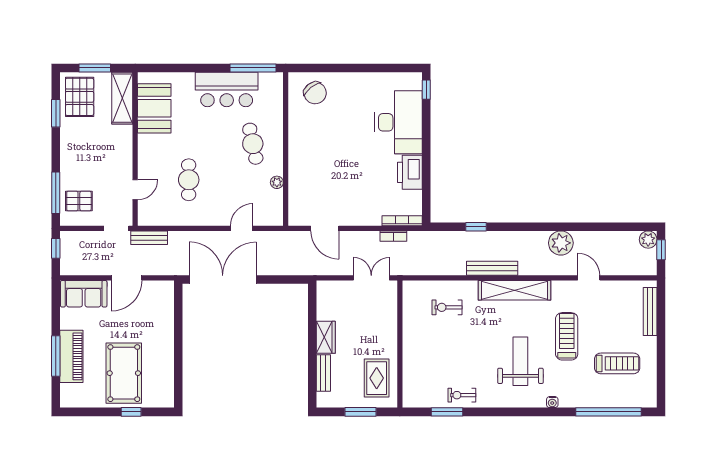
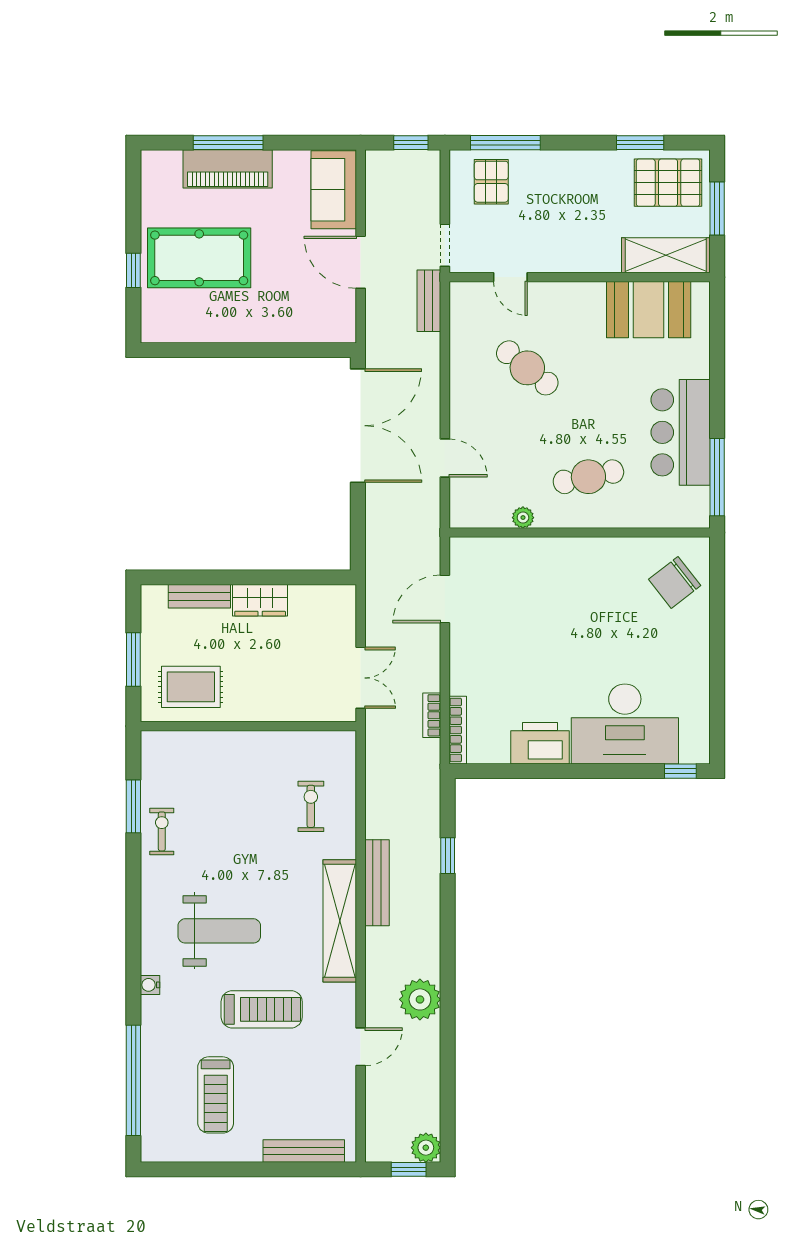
cafe table: (189, 180) -> (527, 368), turned 39

